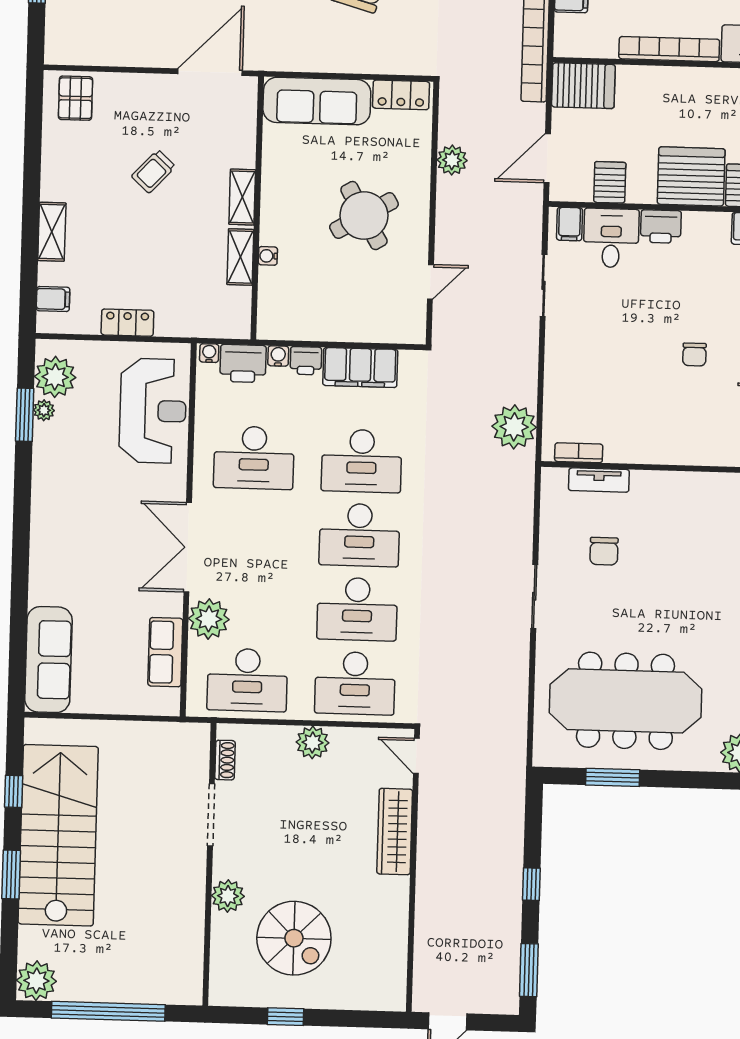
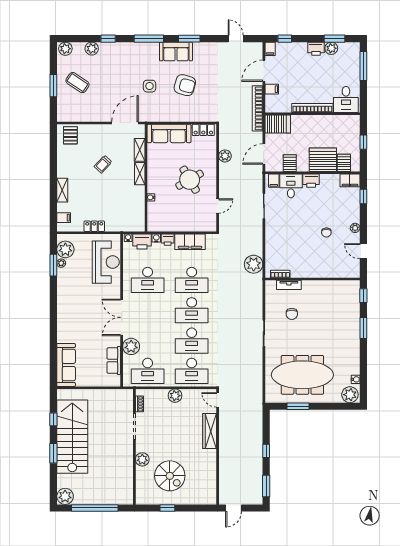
shelving: (240, 257) -> (140, 150), moved

